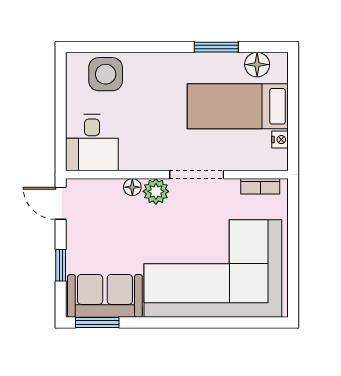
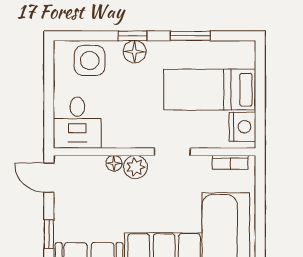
window: (153, 47) -> (133, 36), added
floor lamp: (257, 65) -> (135, 52), moved
nightstand: (280, 140) -> (242, 127), width x1.89, depth x1.79
doorway: (197, 175) -> (172, 152), width x0.73

